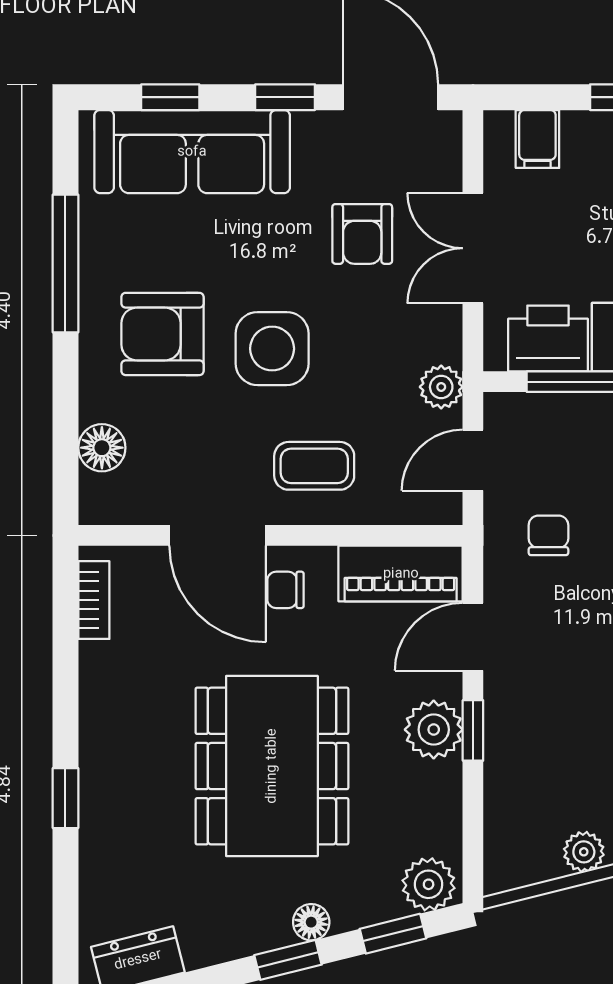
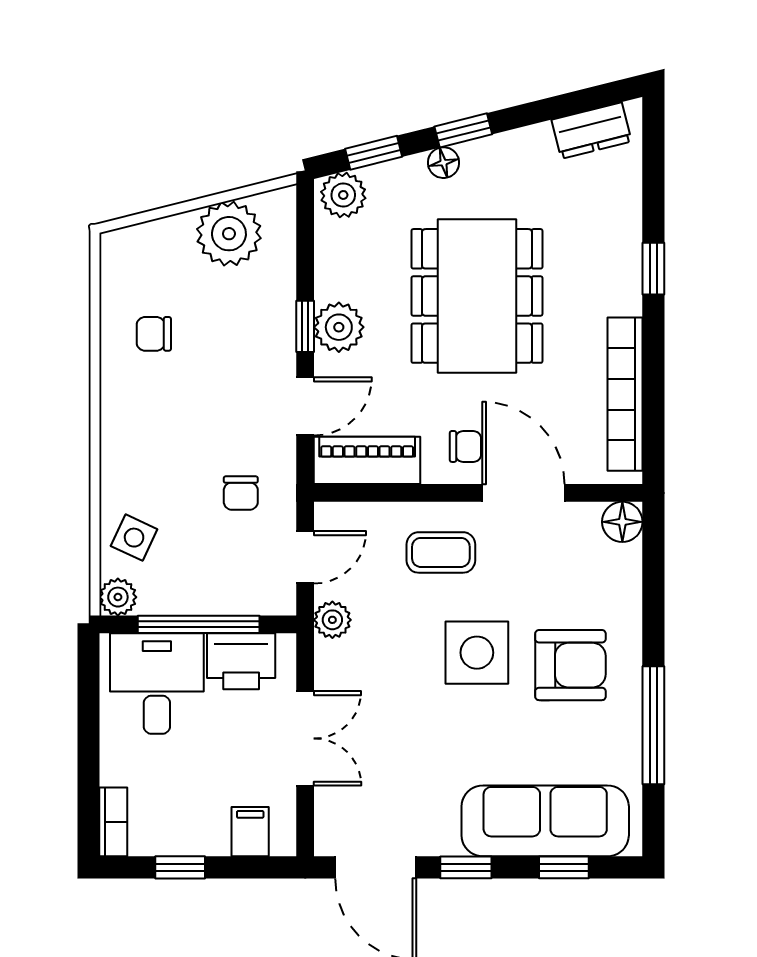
armchair: (362, 234) -> (400, 751), removed
floor lamp: (102, 448) -> (622, 522), moved
bookcase: (94, 600) -> (625, 394), width x2.31, depth x1.31
plant: (584, 852) -> (229, 234), width x1.88, depth x1.88

